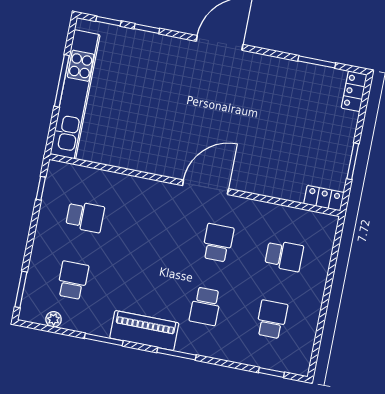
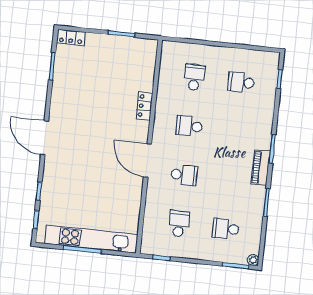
door: (205, 187) -> (148, 160), moved
locker: (324, 198) -> (145, 106), moved
school desk: (205, 306) -> (184, 175), moved
plant: (54, 319) -> (253, 260), moved
piano: (144, 330) -> (261, 168), width x0.73, depth x0.75

